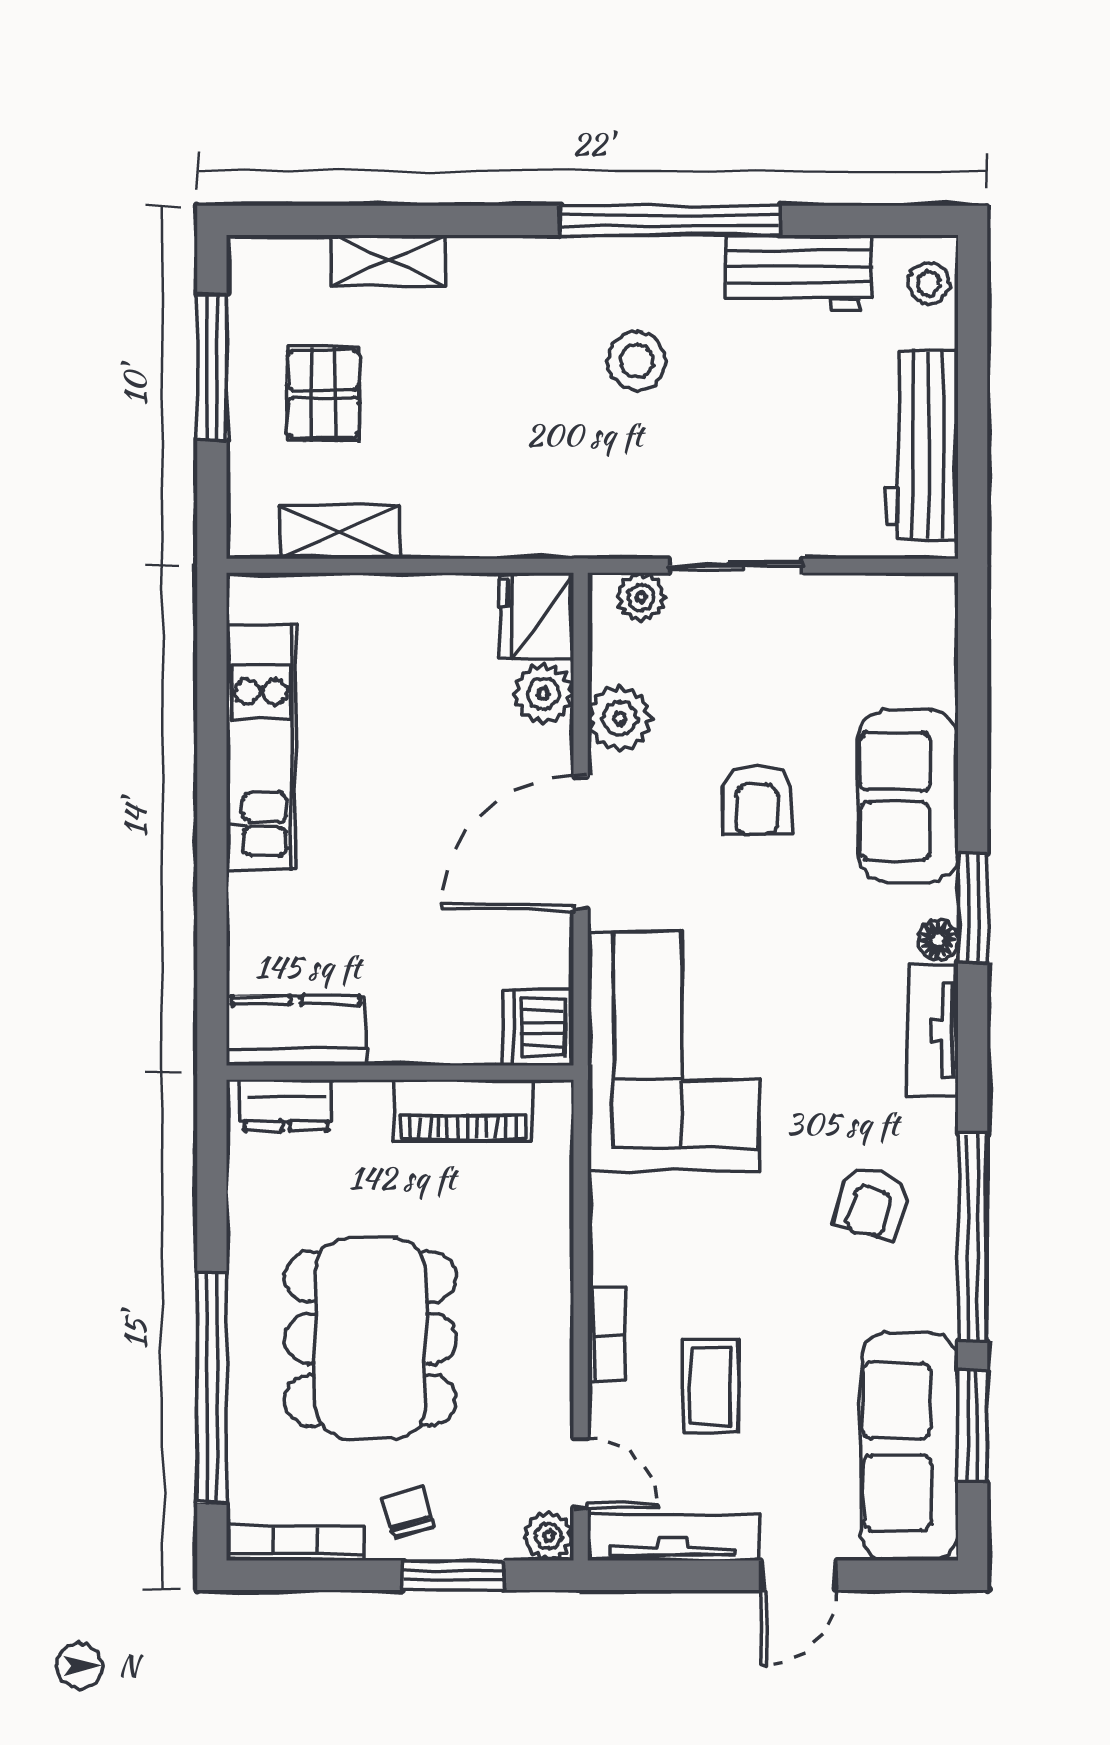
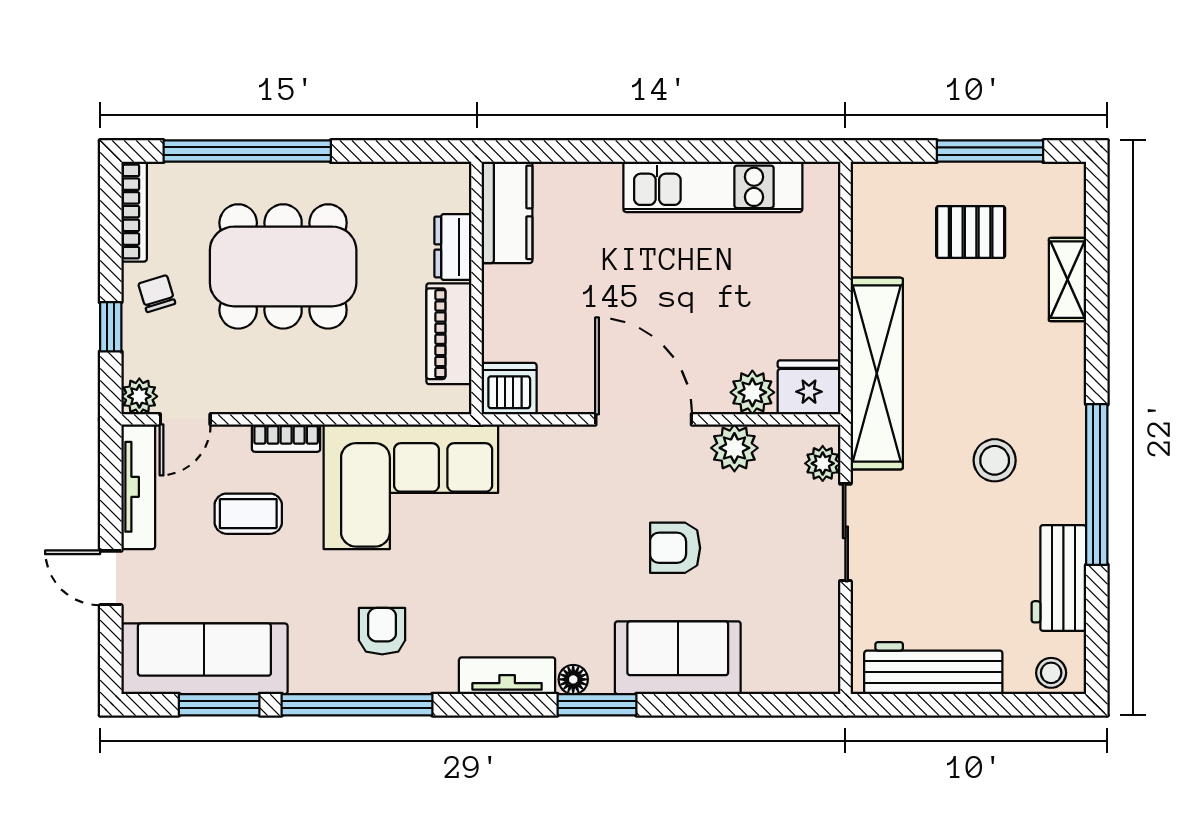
shelving: (339, 532) -> (877, 374), moved, width x2.20, depth x1.33
corner sofa: (673, 1051) -> (411, 487), moved
dresser: (286, 1105) -> (453, 247), moved
armchair: (872, 1203) -> (382, 631), turned 74
chair: (408, 1512) -> (157, 294), turned -91
window: (453, 1575) -> (111, 327), width x0.67

